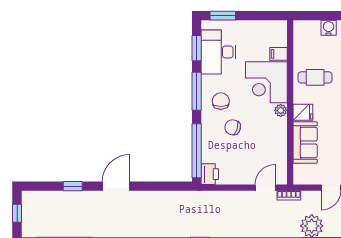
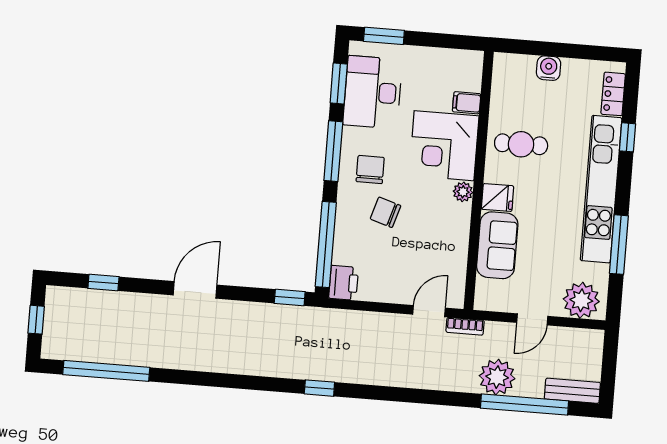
window: (73, 186) -> (103, 283), moved
window: (176, 186) -> (290, 298), added

